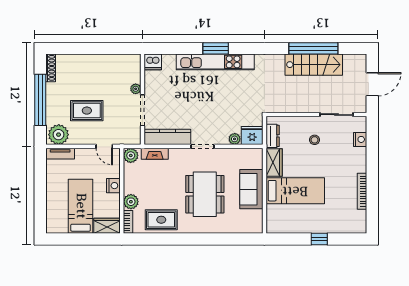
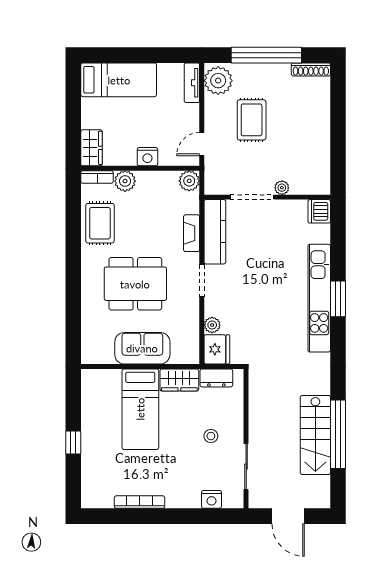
fireplace: (155, 154) -> (192, 233), moved
bed: (81, 206) -> (119, 80), moved

